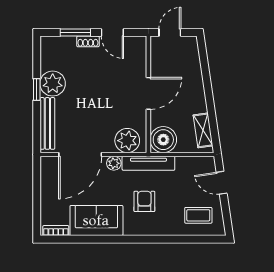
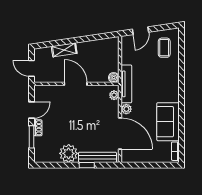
window: (37, 90) -> (87, 165), moved
shelving: (203, 130) -> (64, 50), moved
boiler: (163, 140) -> (114, 78), width x0.54, depth x0.54
plant: (127, 141) -> (114, 95), width x0.53, depth x0.53
armchair: (144, 201) -> (154, 87), removed

